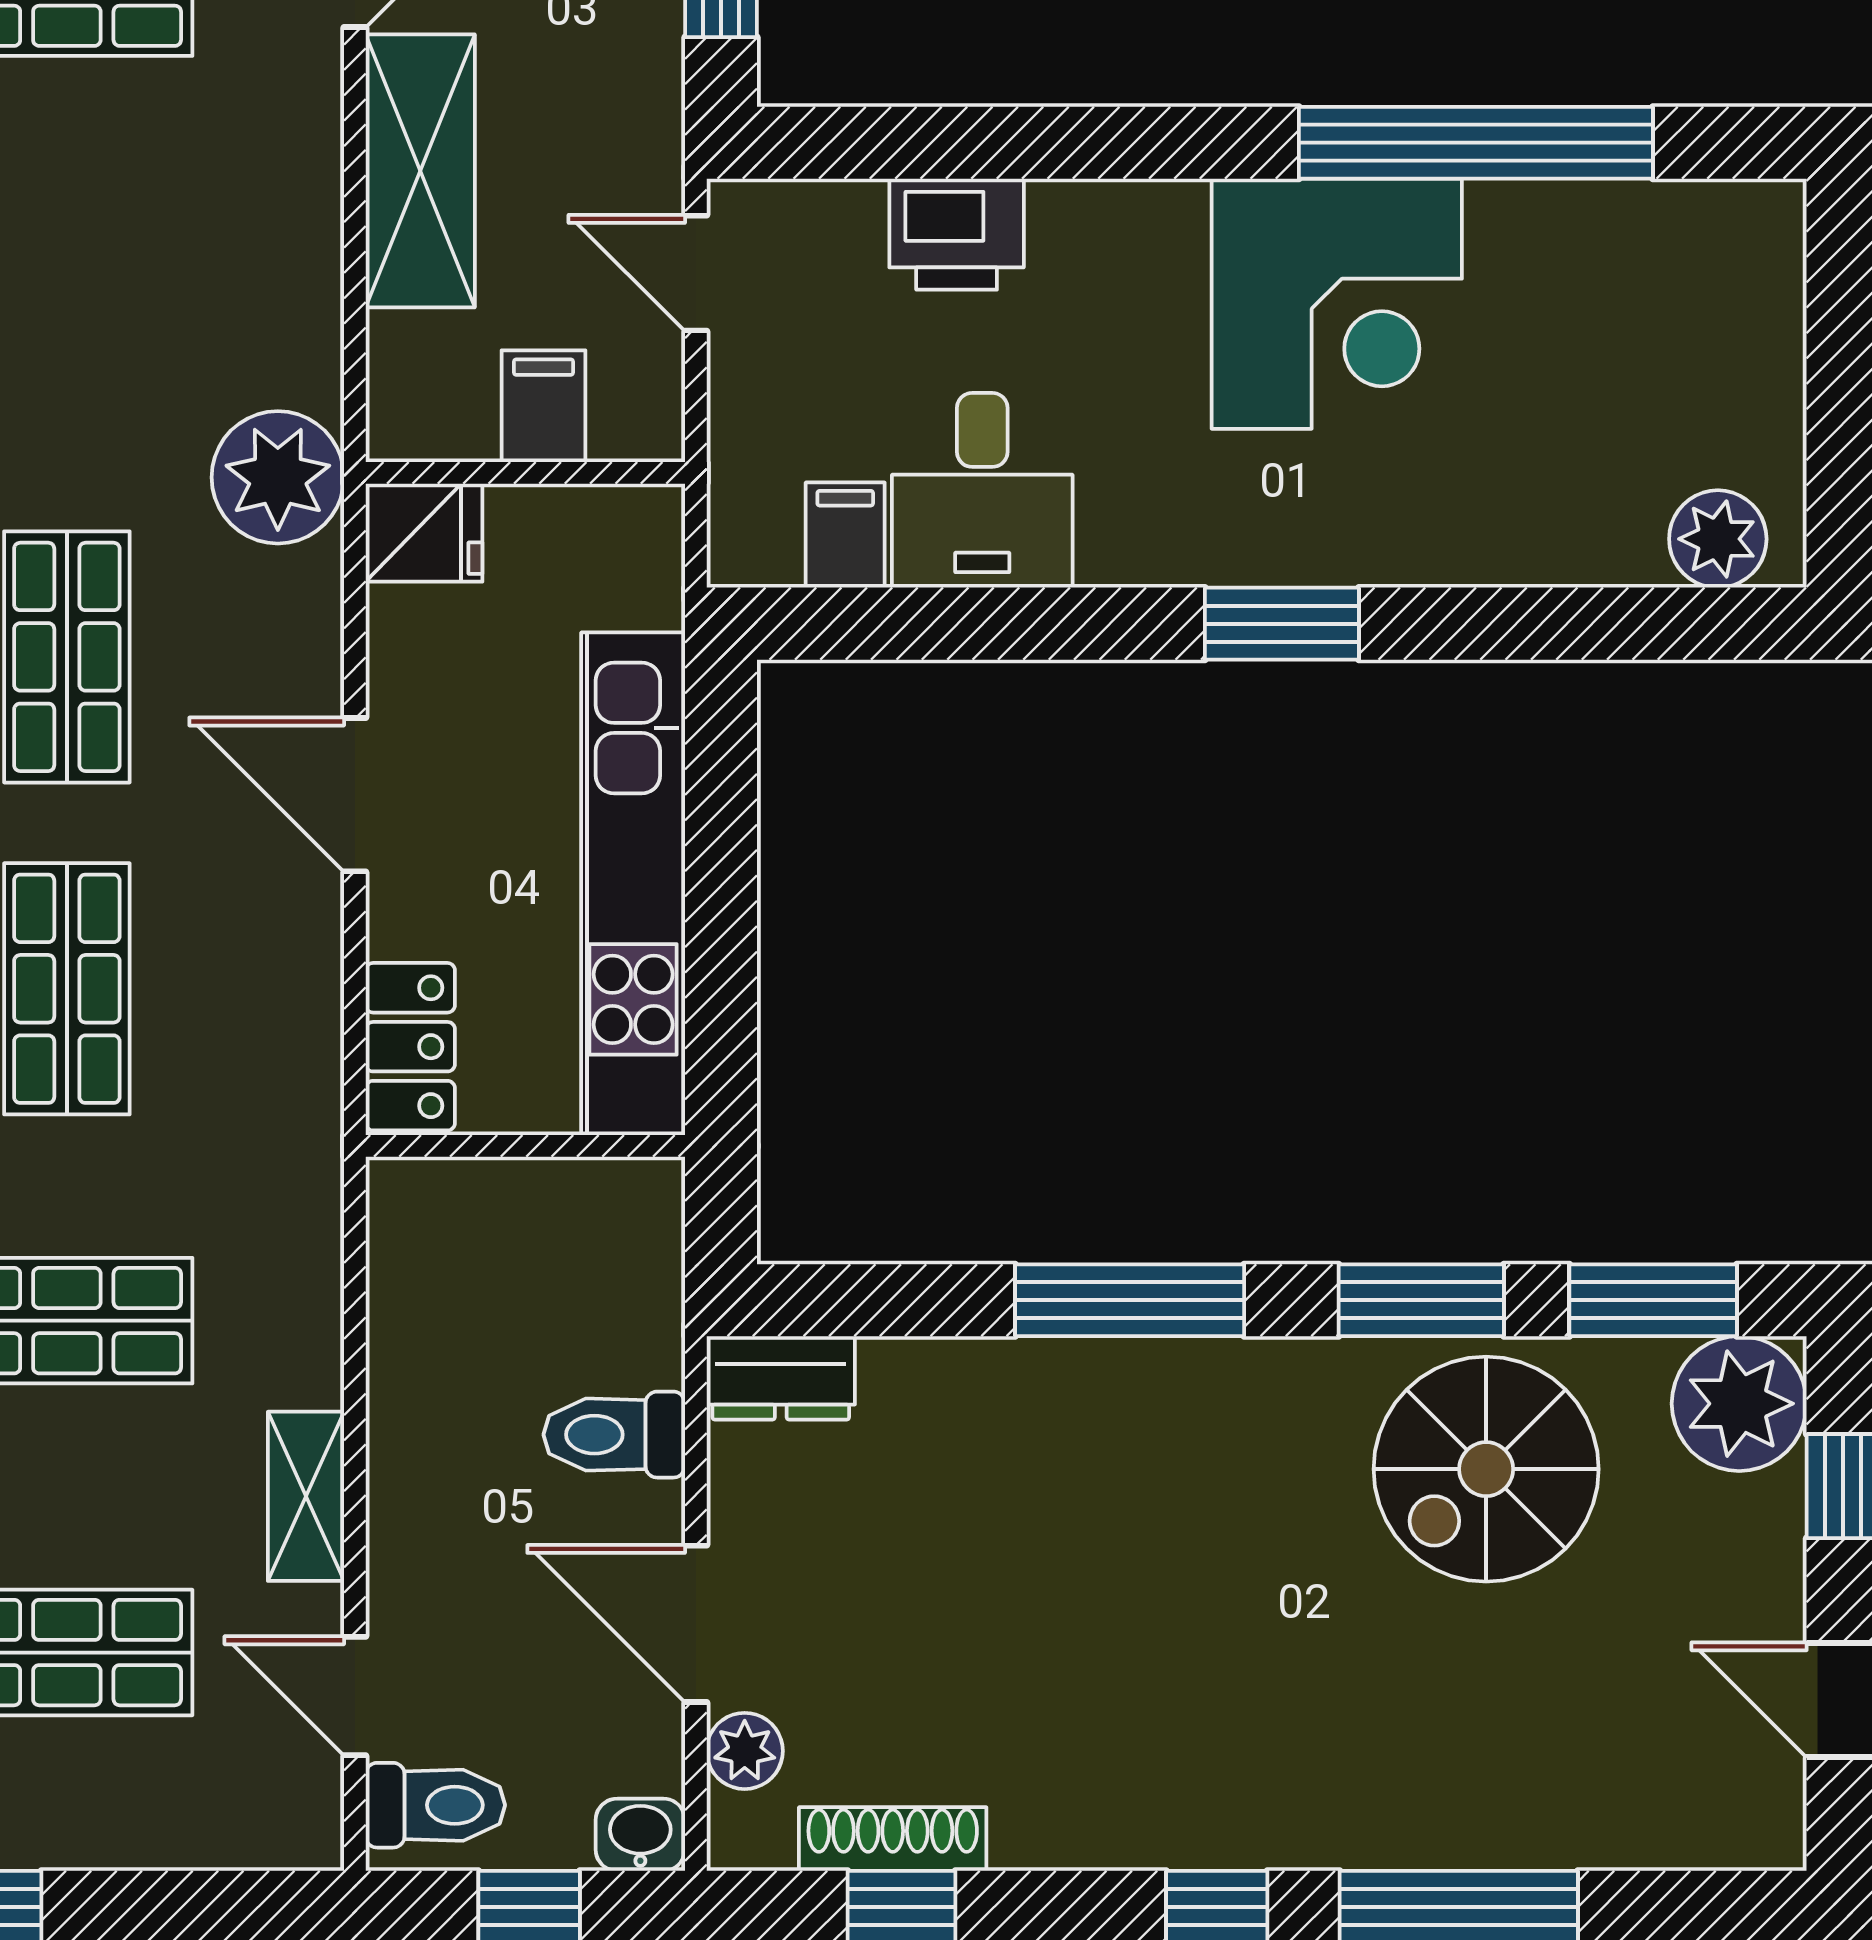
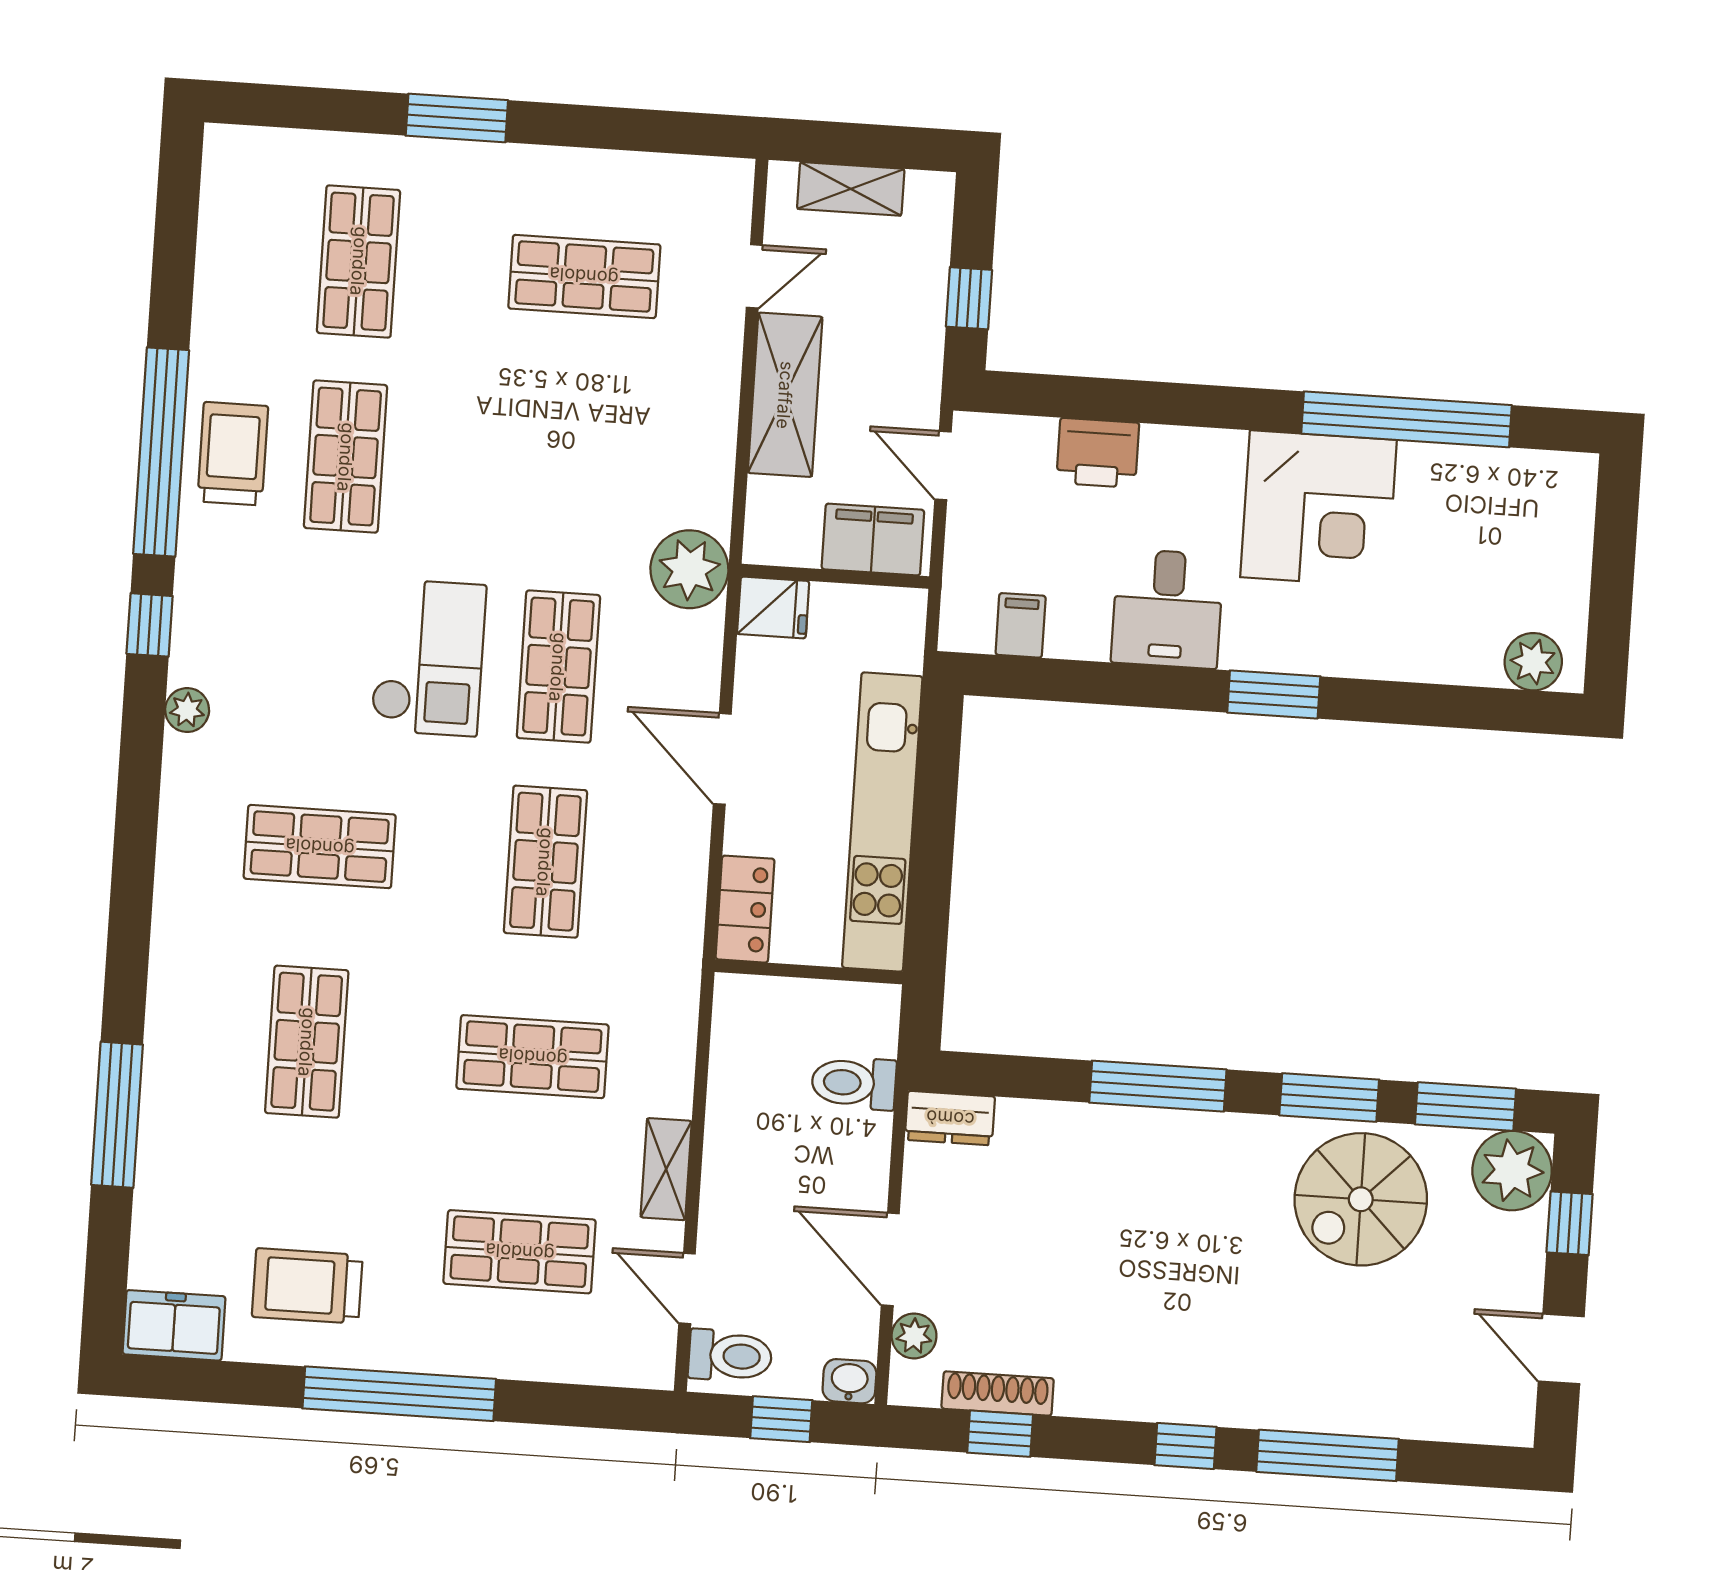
filing cabinet: (544, 406) -> (873, 539), width x2.00
desk: (982, 490) -> (1167, 609), moved
toilet: (614, 1435) -> (854, 1083), moved

